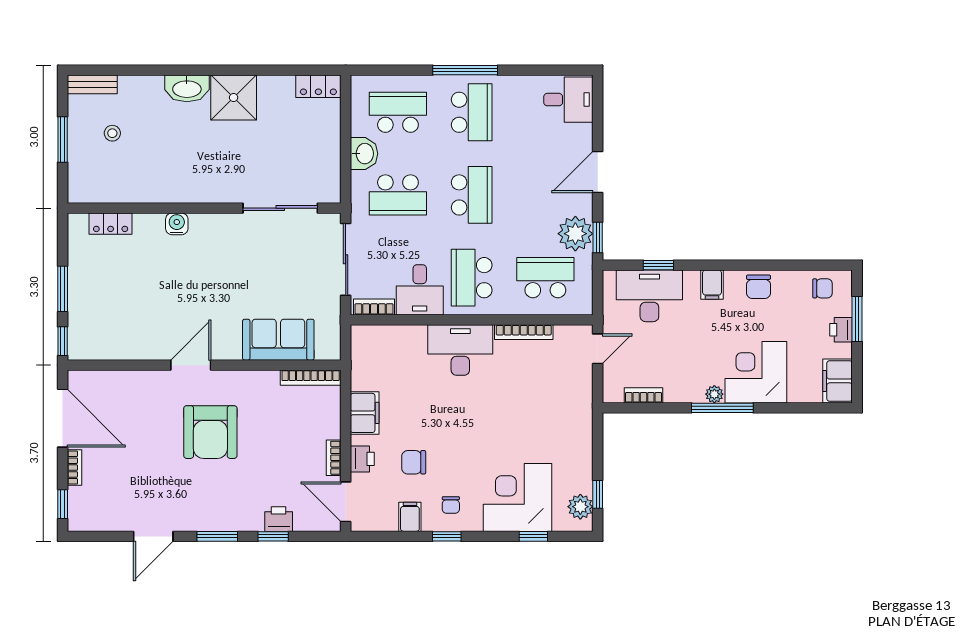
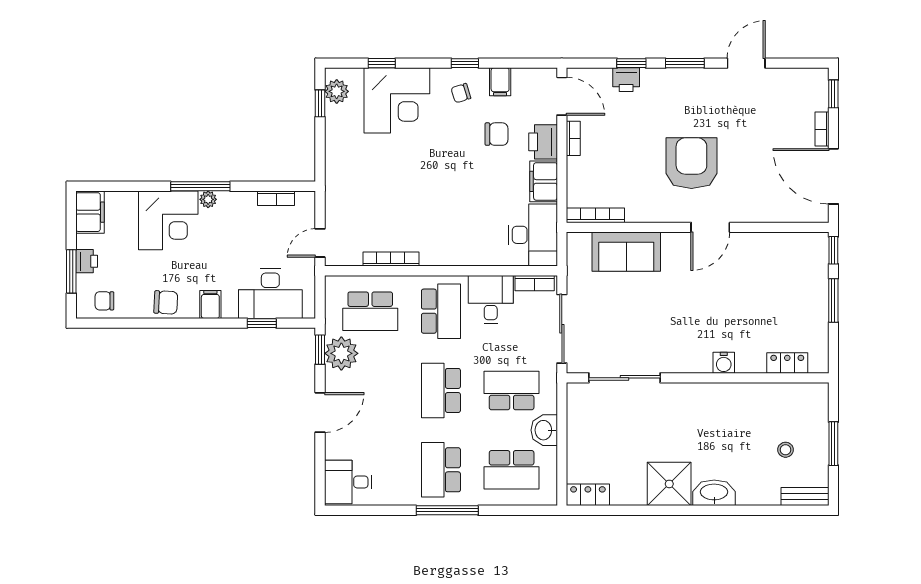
chair: (759, 287) -> (166, 302), turned 93
desk: (460, 350) -> (533, 235), moved, turned -90
printer: (362, 459) -> (543, 142), width x1.36, depth x1.24
chair: (451, 505) -> (461, 93), turned -107

